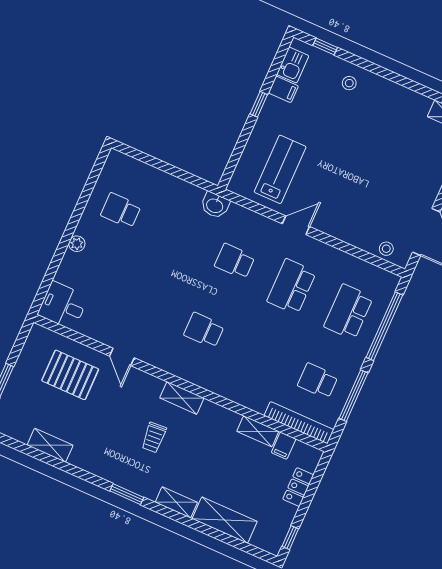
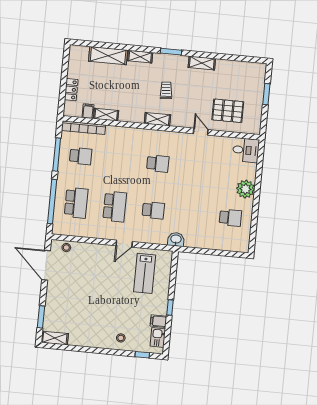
plant: (77, 244) -> (245, 189), width x1.87, depth x1.87
shelving: (50, 445) -> (202, 63), moved
window: (290, 538) -> (66, 58), removed

